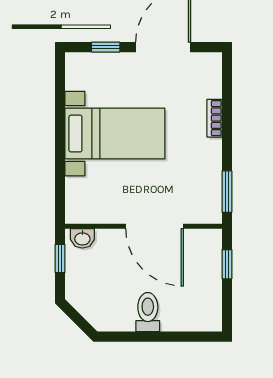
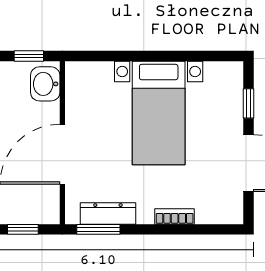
dresser: (212, 182) -> (108, 214), added
washbasin: (82, 238) -> (45, 84), width x1.38, depth x1.45

